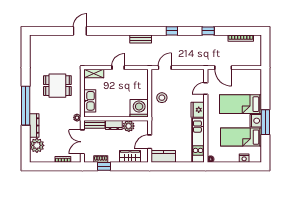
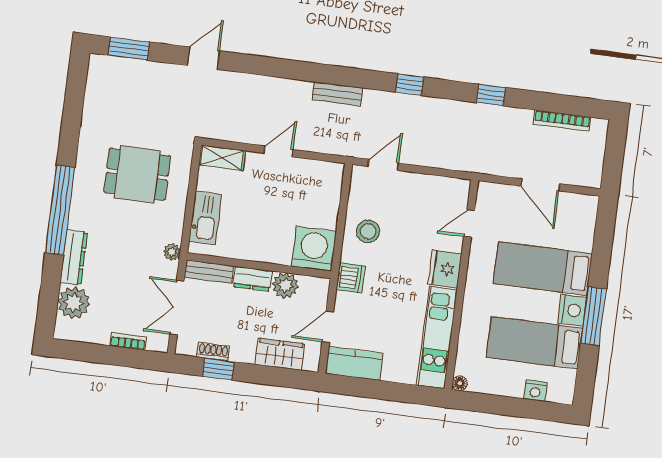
window: (47, 31) -> (129, 49), added
door: (223, 68) -> (540, 185), moved
dishwasher: (157, 119) -> (350, 278), added

